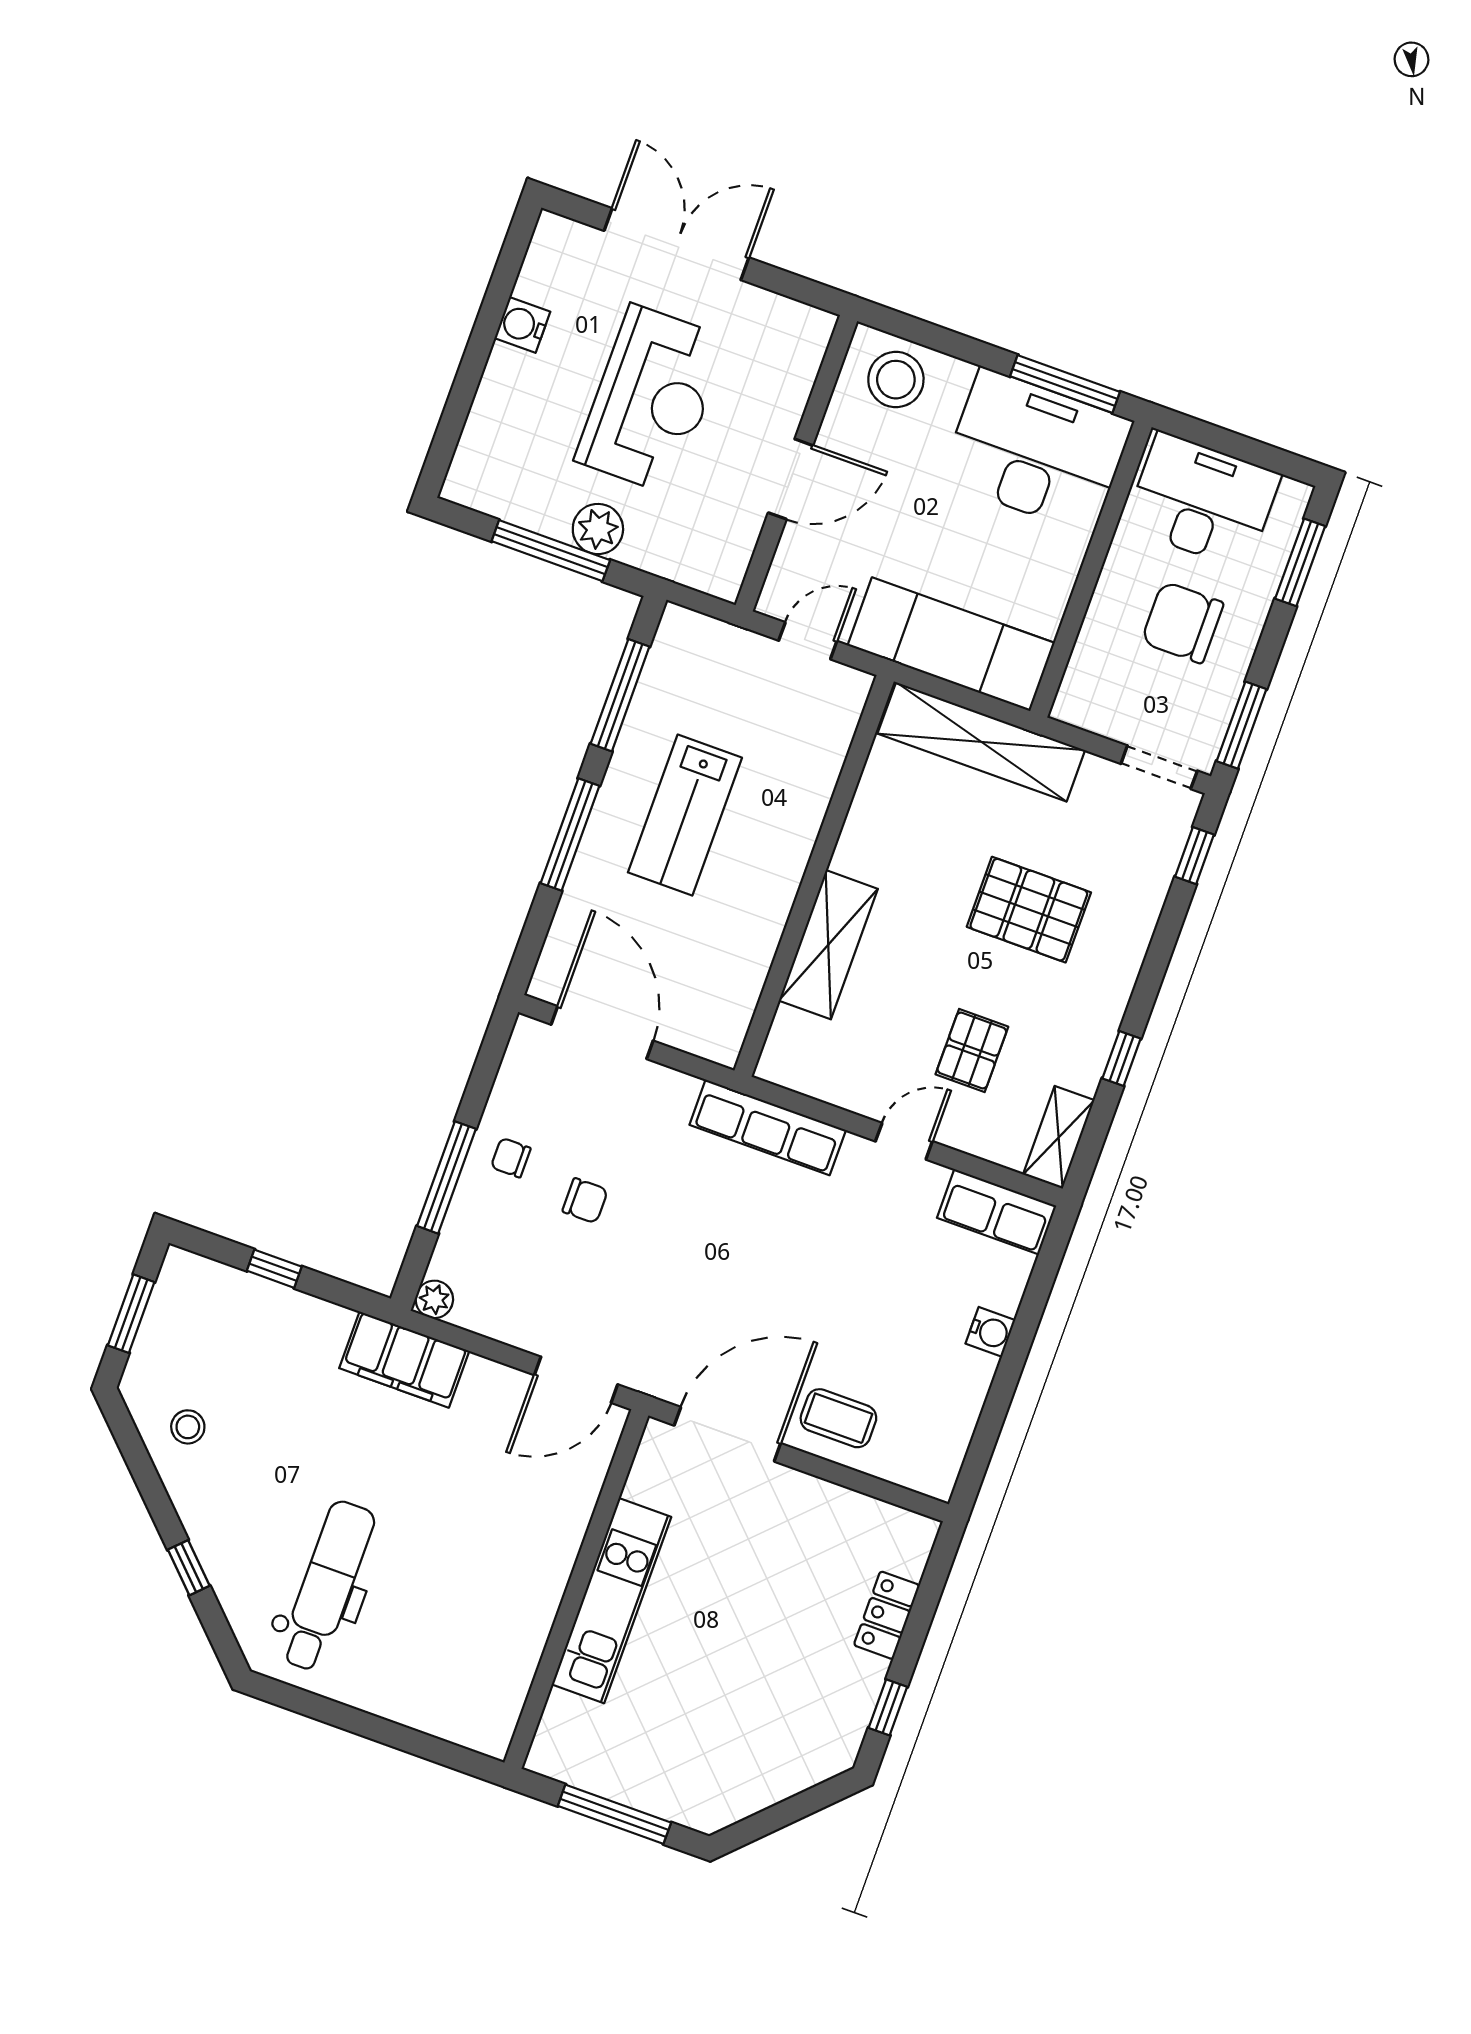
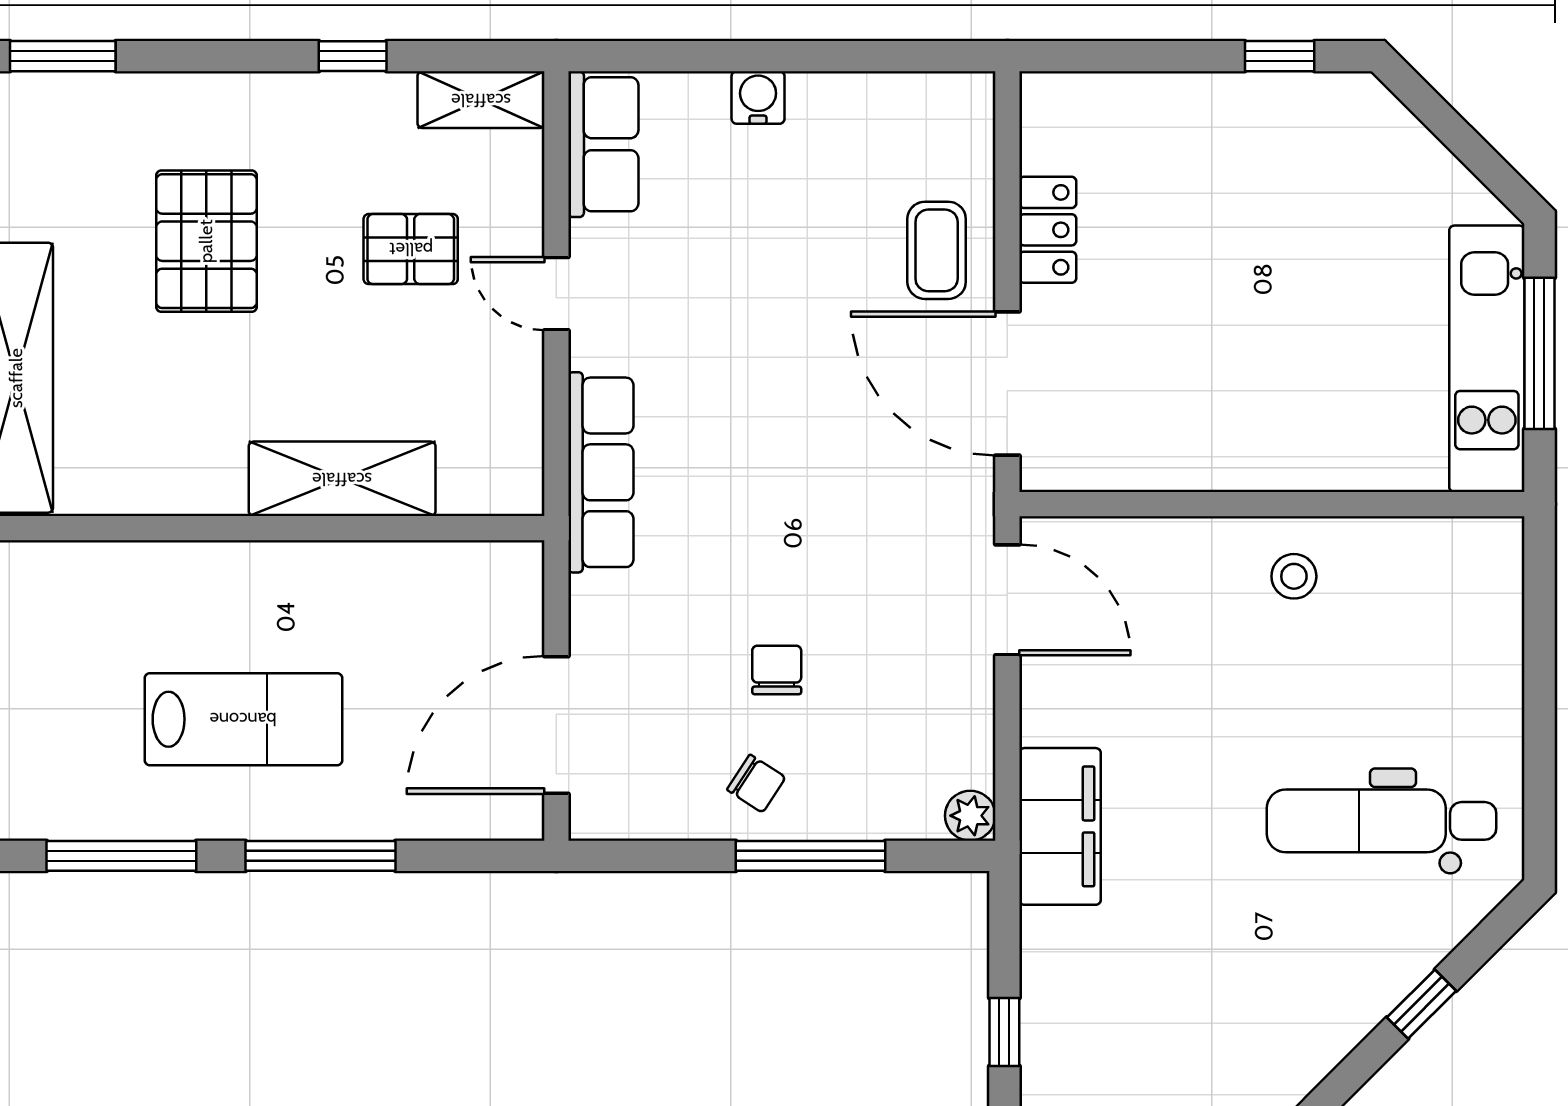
window: (1195, 856) -> (63, 56), width x1.50
chair: (511, 1158) -> (756, 784), turned -57
stool: (188, 1427) -> (1294, 576), moved
kitchen unit: (611, 1601) -> (1487, 359), moved, turned -90
locker: (887, 1615) -> (1048, 230), moved, turned -90

